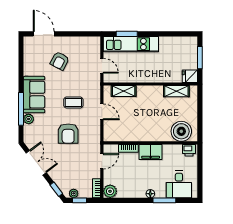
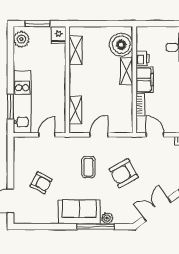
plant: (186, 43) -> (21, 39), added
armchair: (68, 134) -> (124, 173), turned 151
shelving: (158, 136) -> (126, 71), added
printer: (189, 150) -> (143, 58), moved

